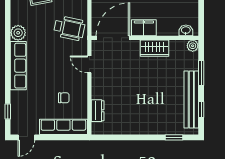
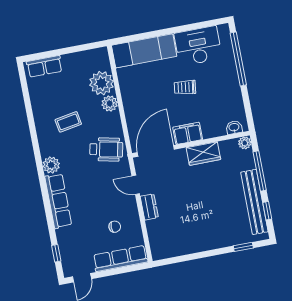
window: (201, 73) -> (260, 171), width x1.44
dresser: (98, 111) -> (149, 207), moved

